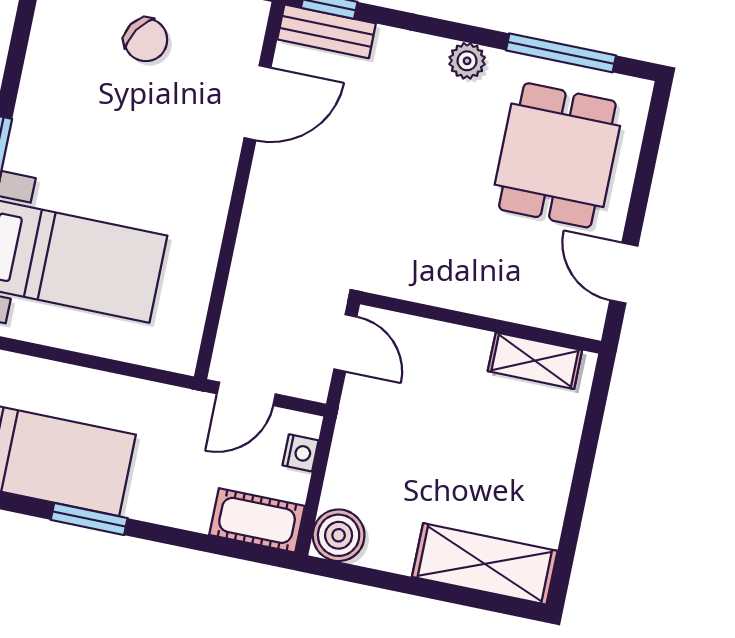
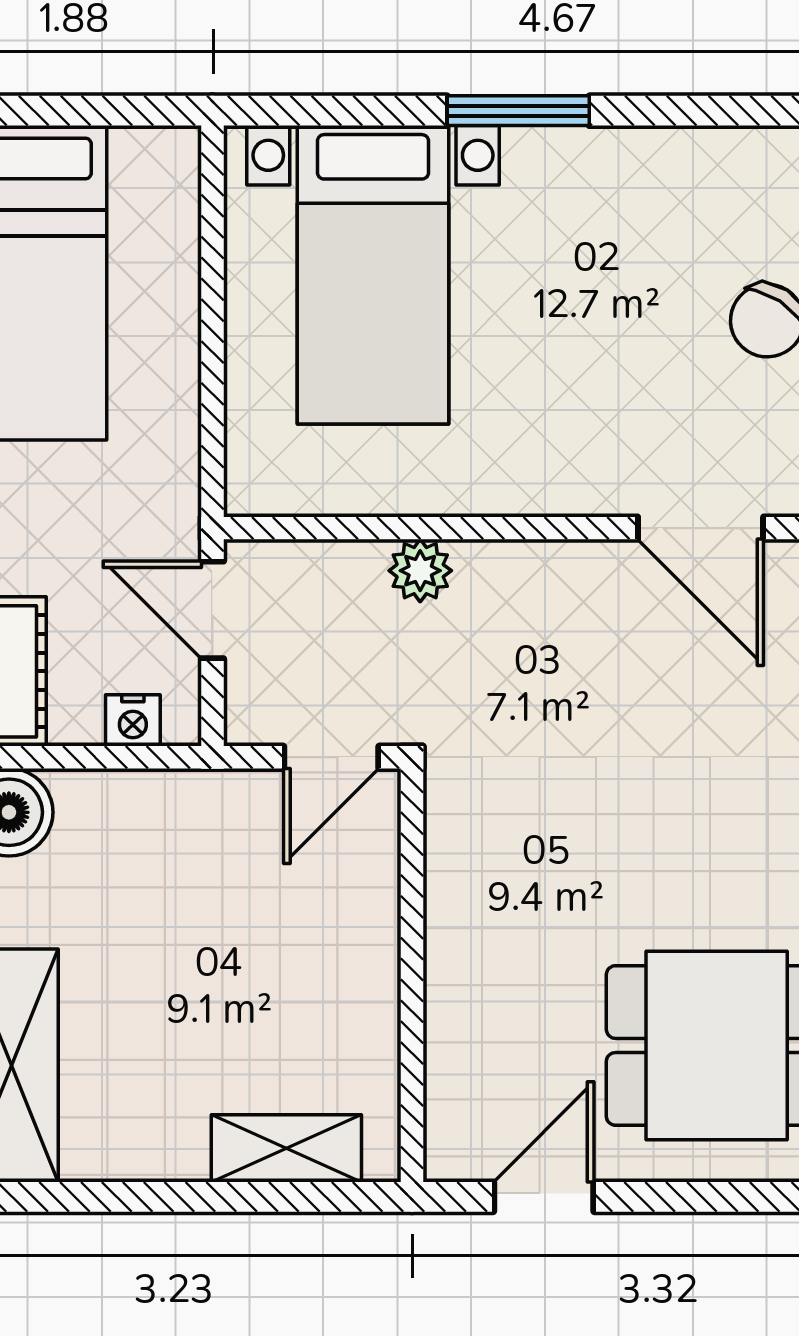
plant: (248, 269) -> (420, 571), added
shelving: (535, 361) -> (286, 1148), moved, turned 90

